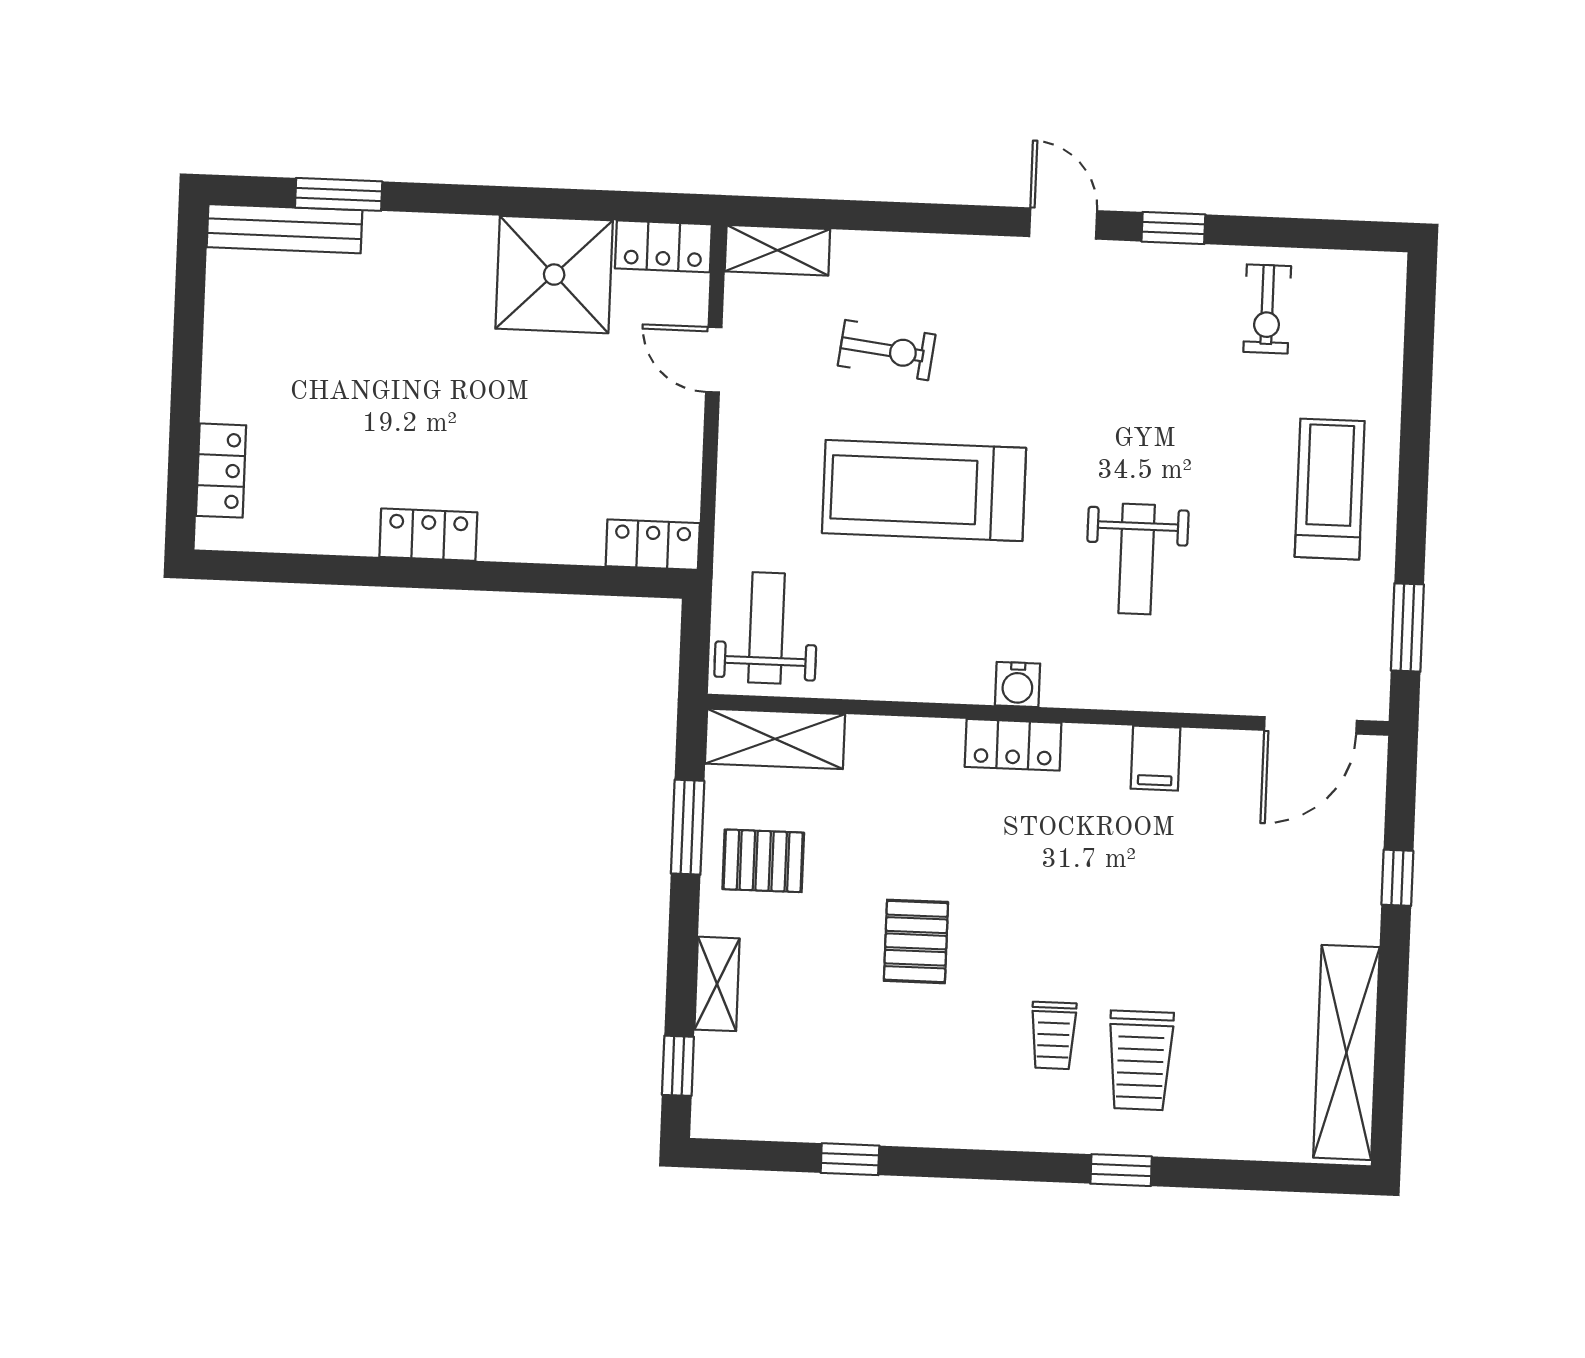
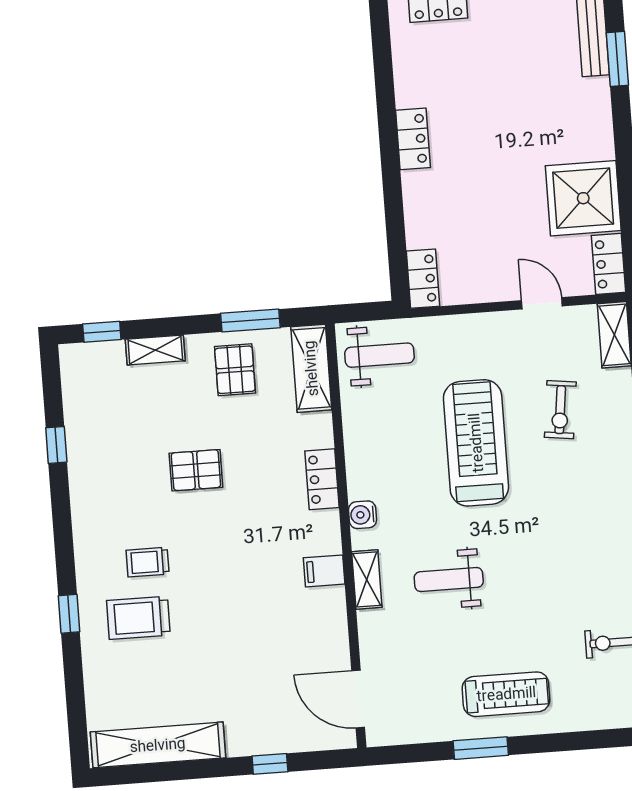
door: (714, 360) -> (542, 303), hinge flipped
window: (1407, 627) -> (481, 748), moved
shelving: (1121, 689) -> (367, 579), added
locker: (1013, 745) -> (322, 479), moved
filing cabinet: (1155, 758) -> (324, 571), moved

